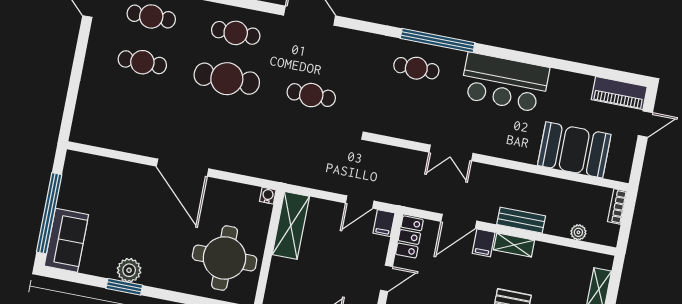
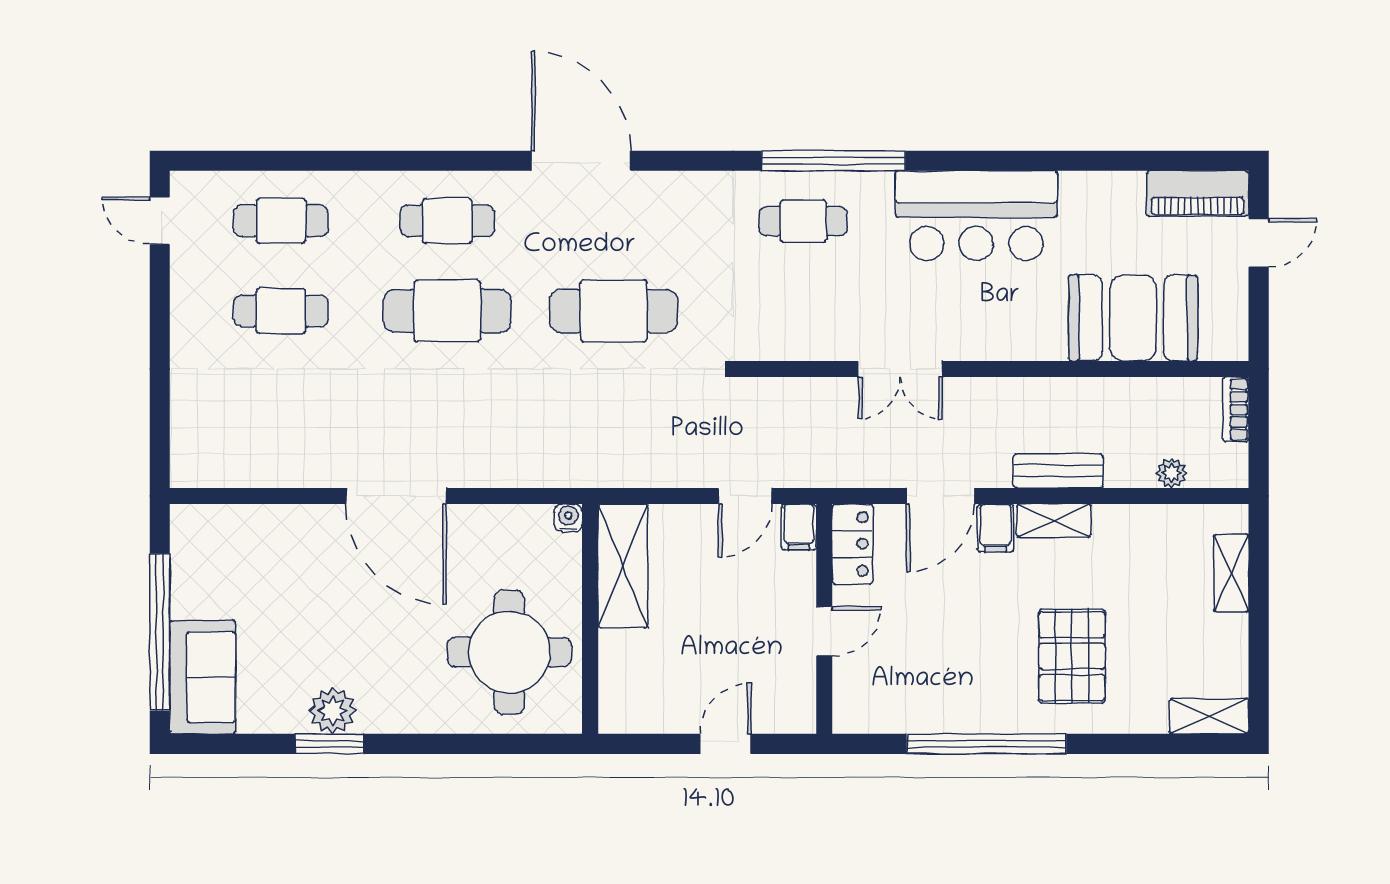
cafe table: (311, 95) -> (614, 311), width x1.37, depth x1.35

